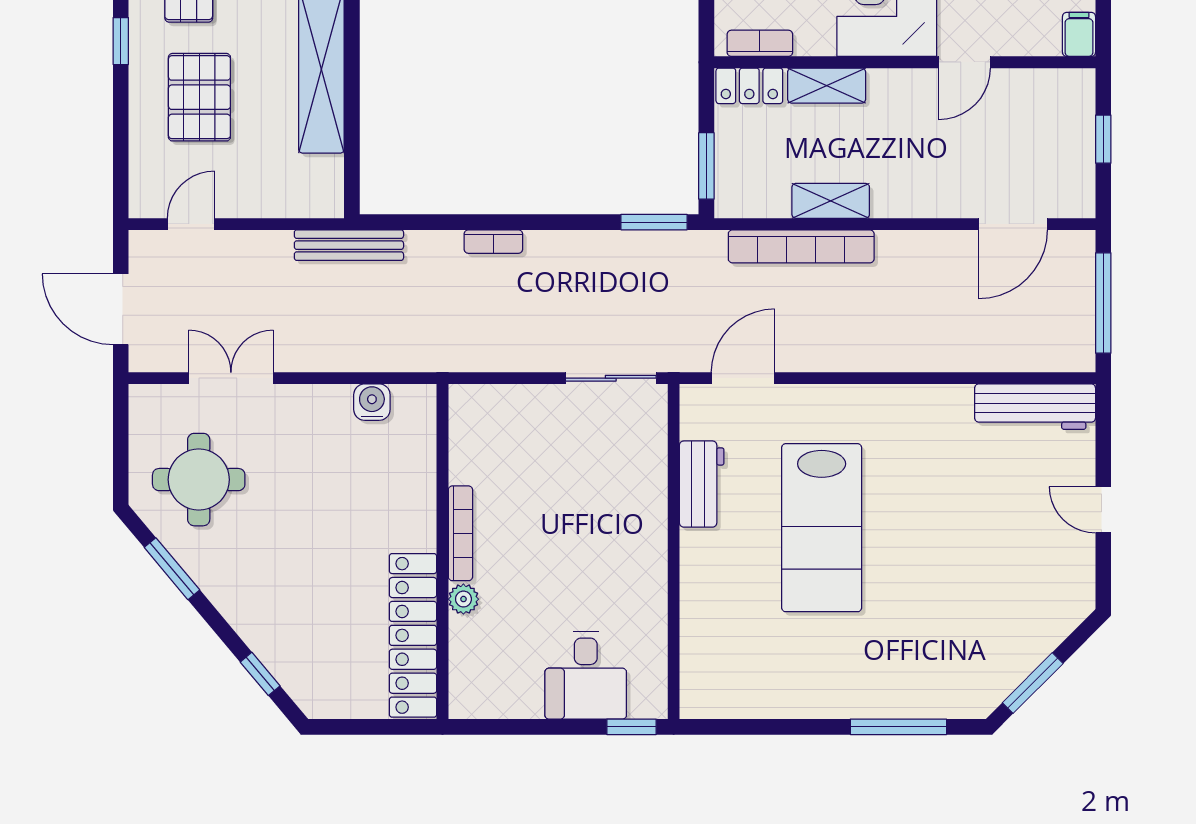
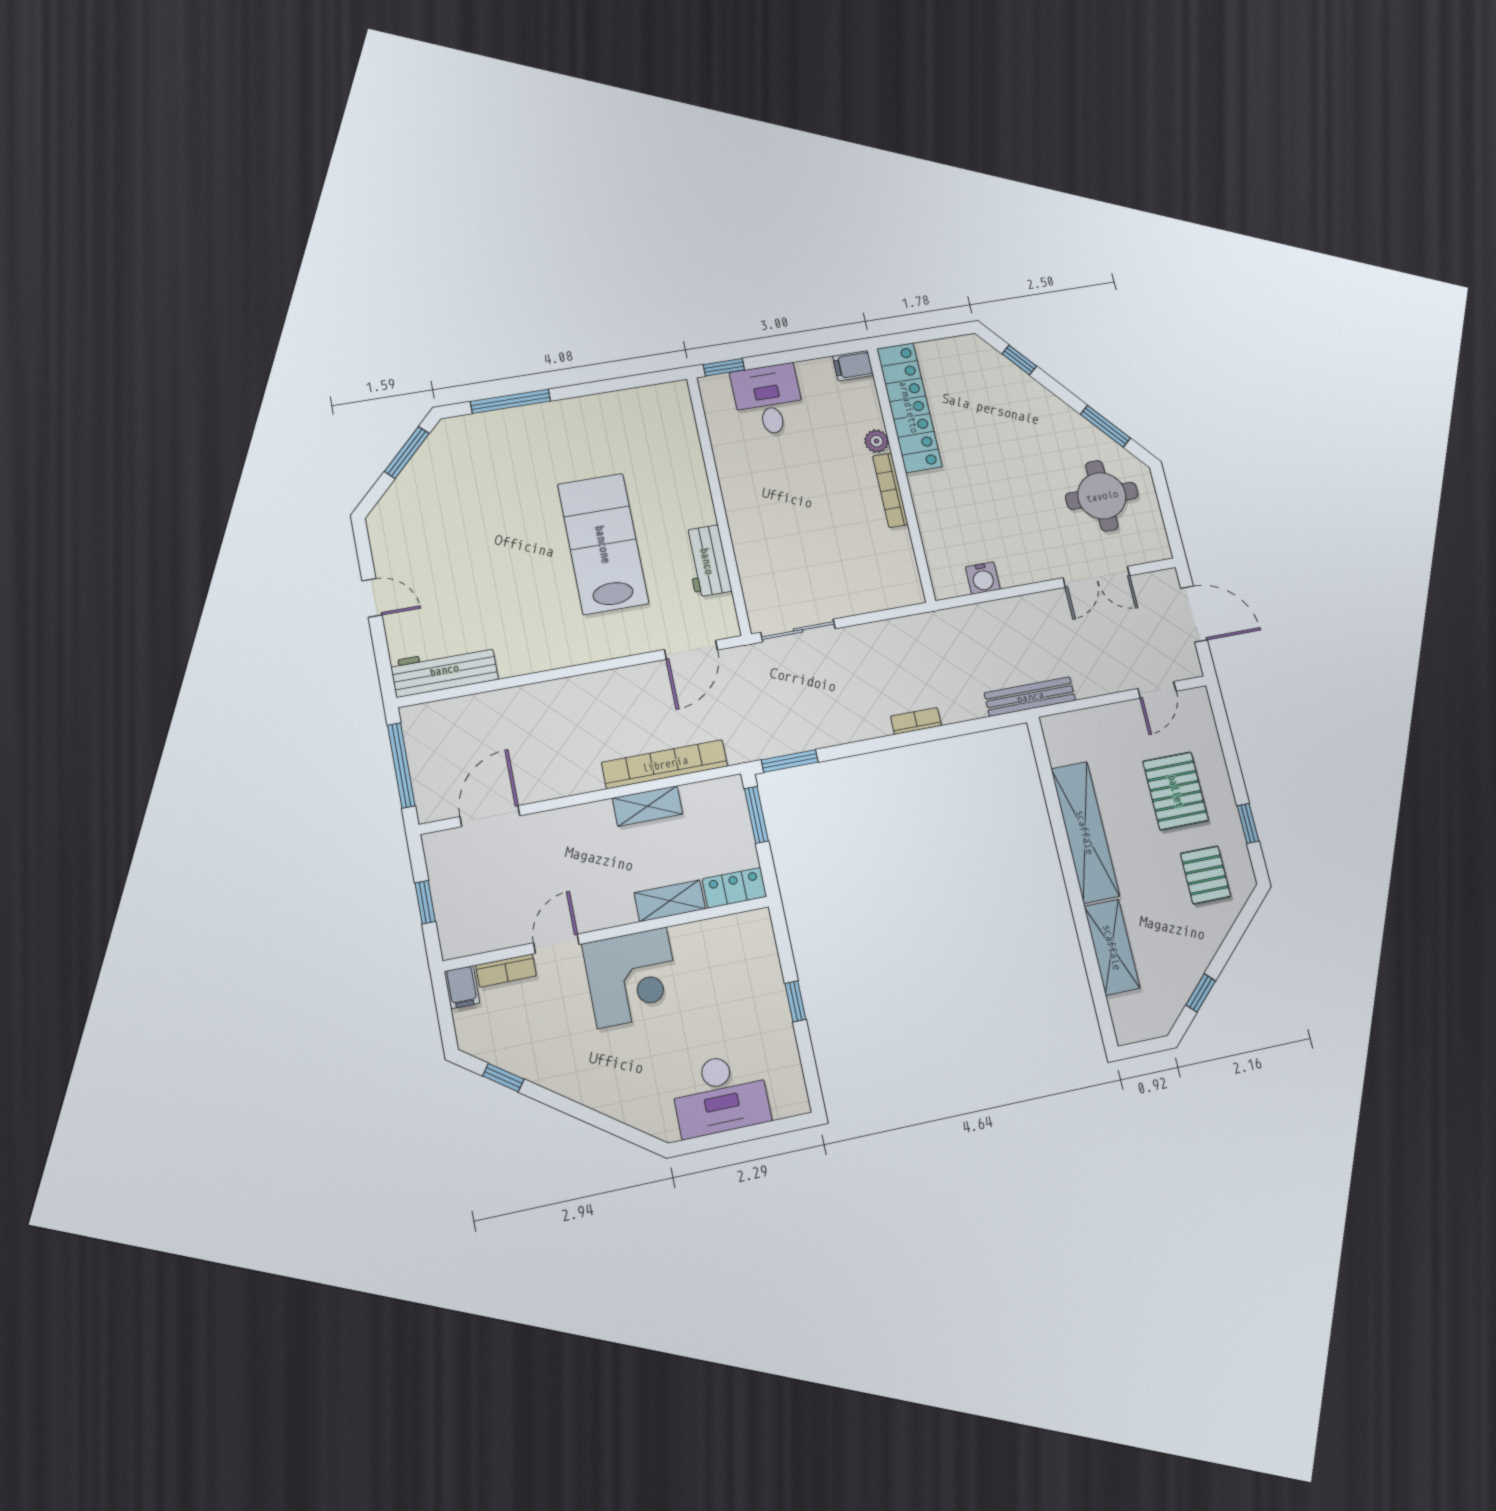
bookcase: (760, 43) -> (506, 970), moved
filing cabinet: (471, 702) -> (853, 366), added

